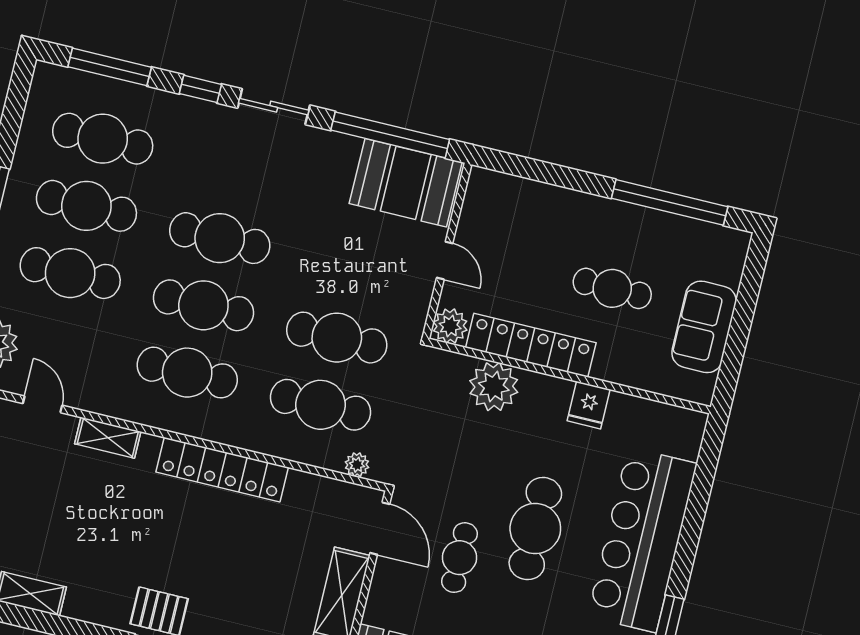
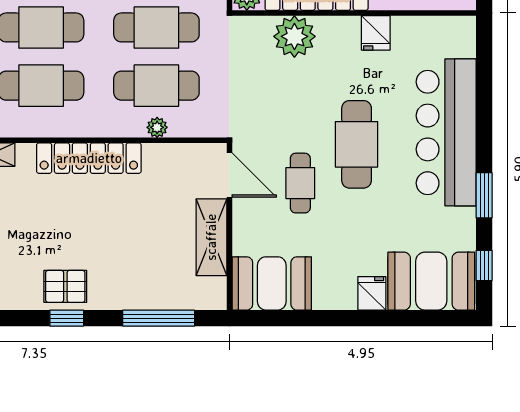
plant: (357, 465) -> (157, 127), moved

